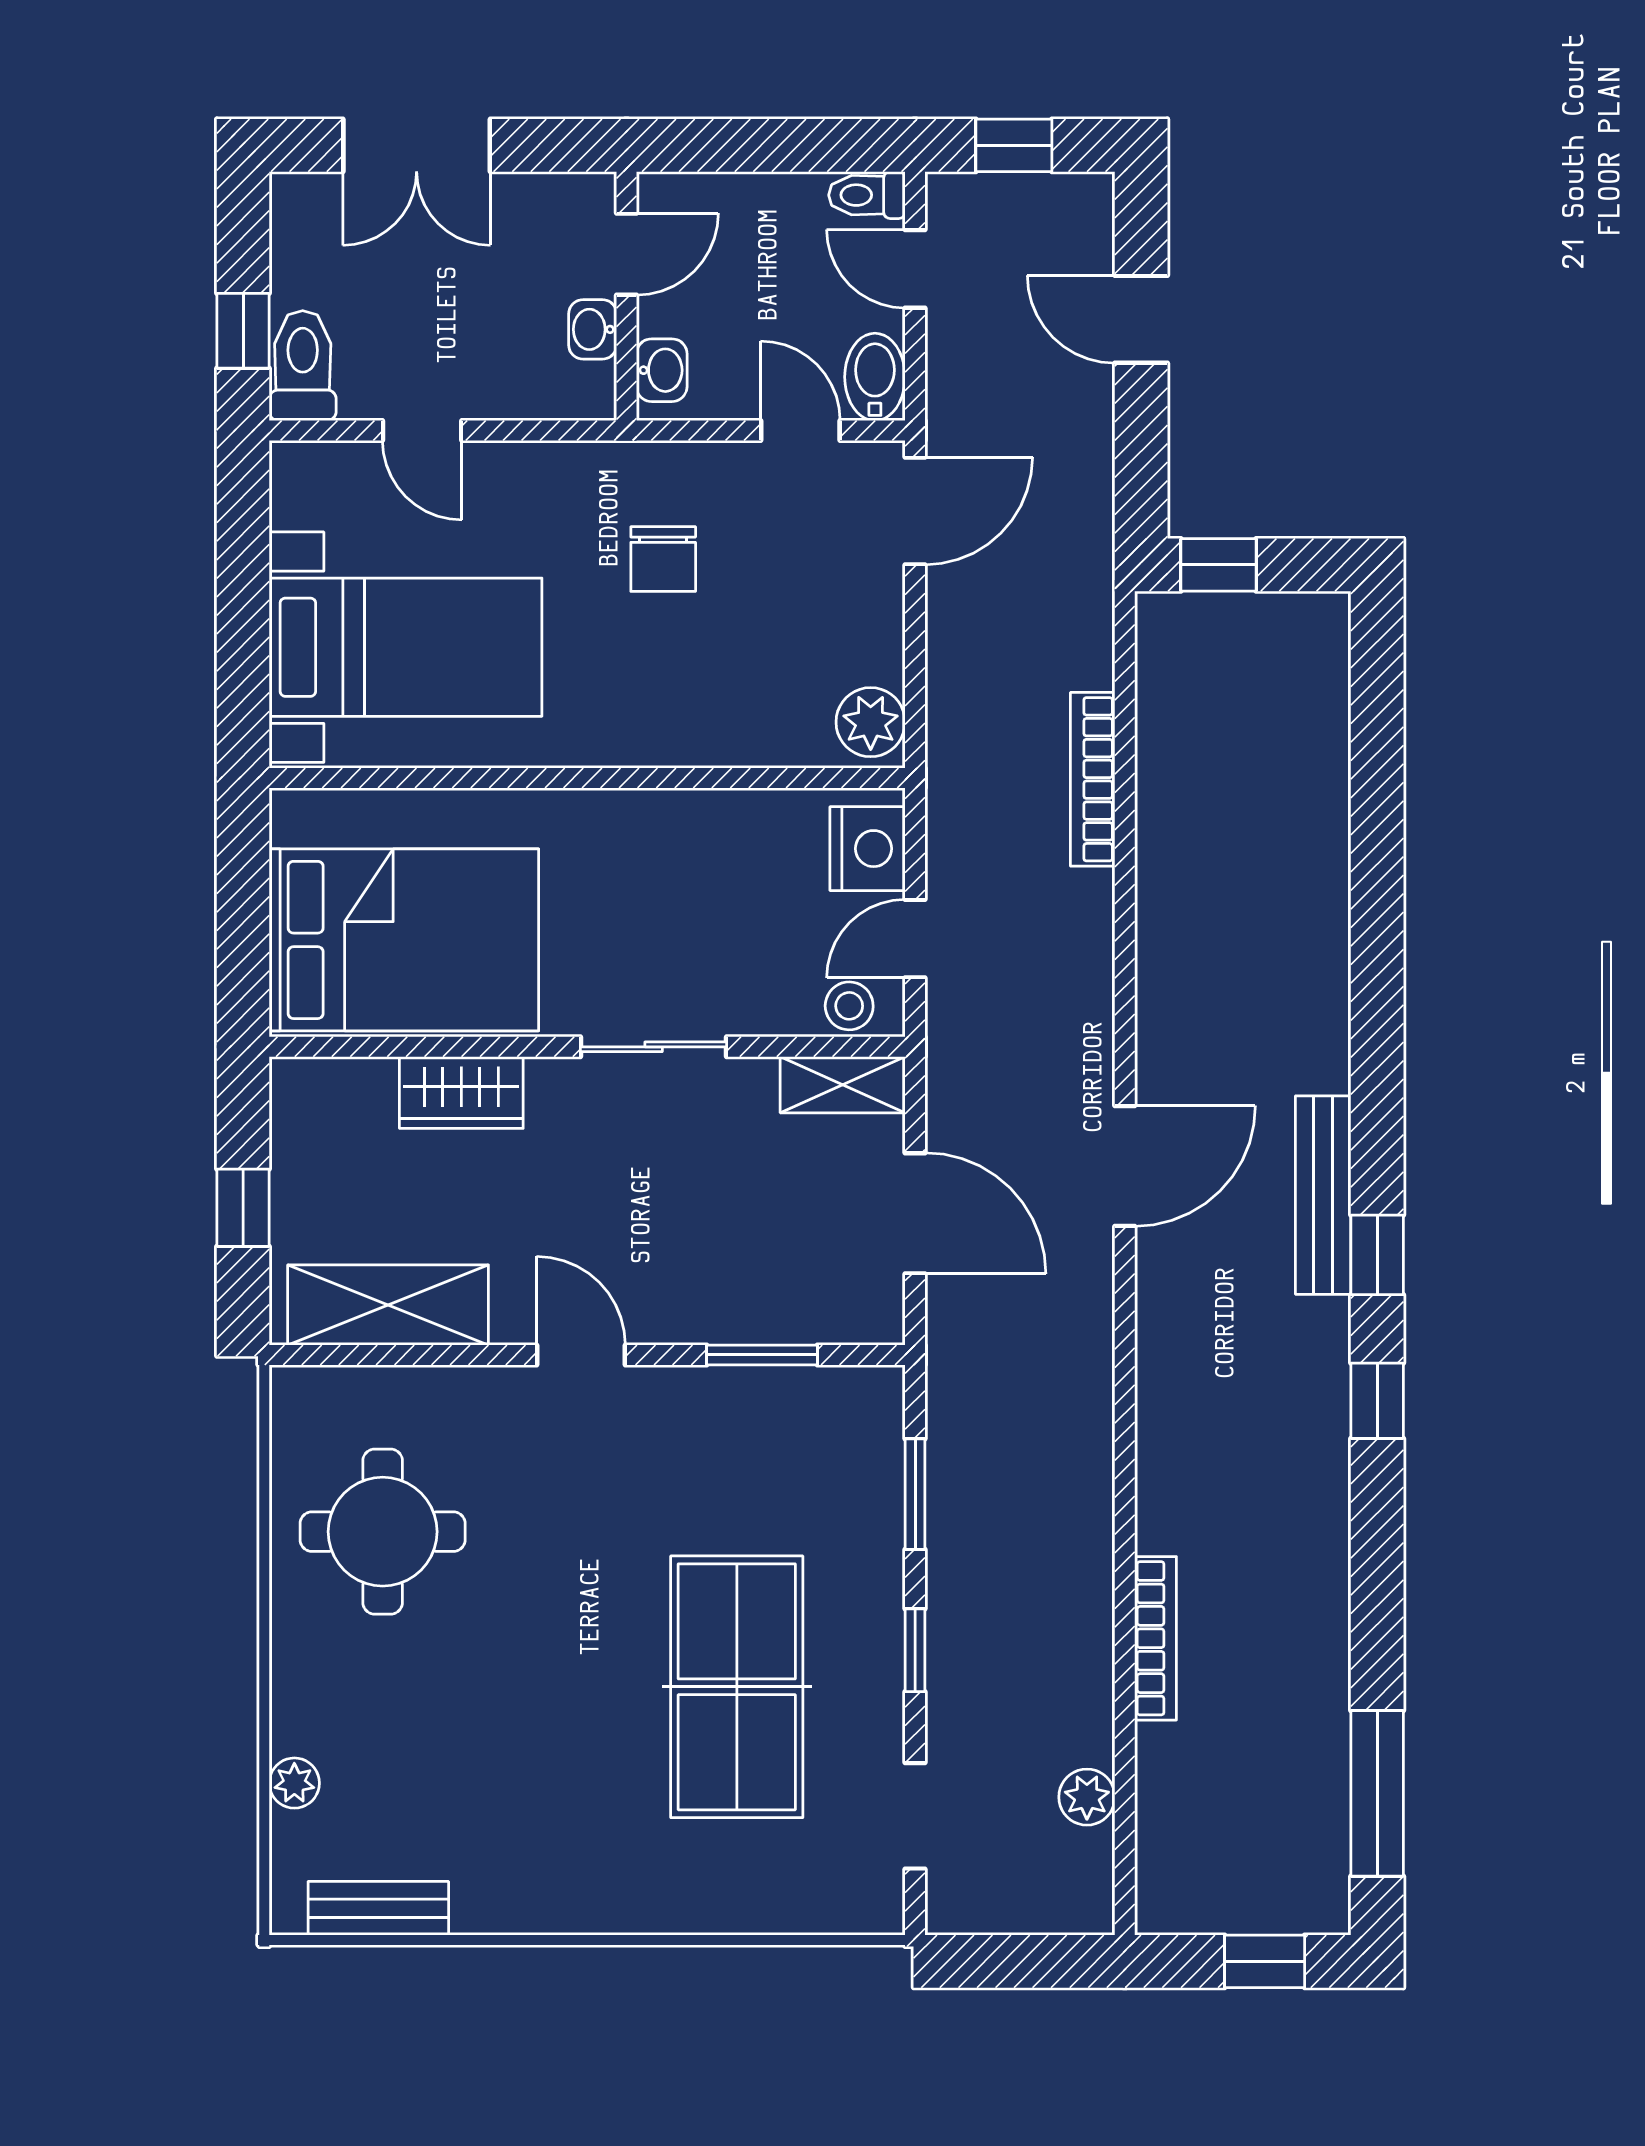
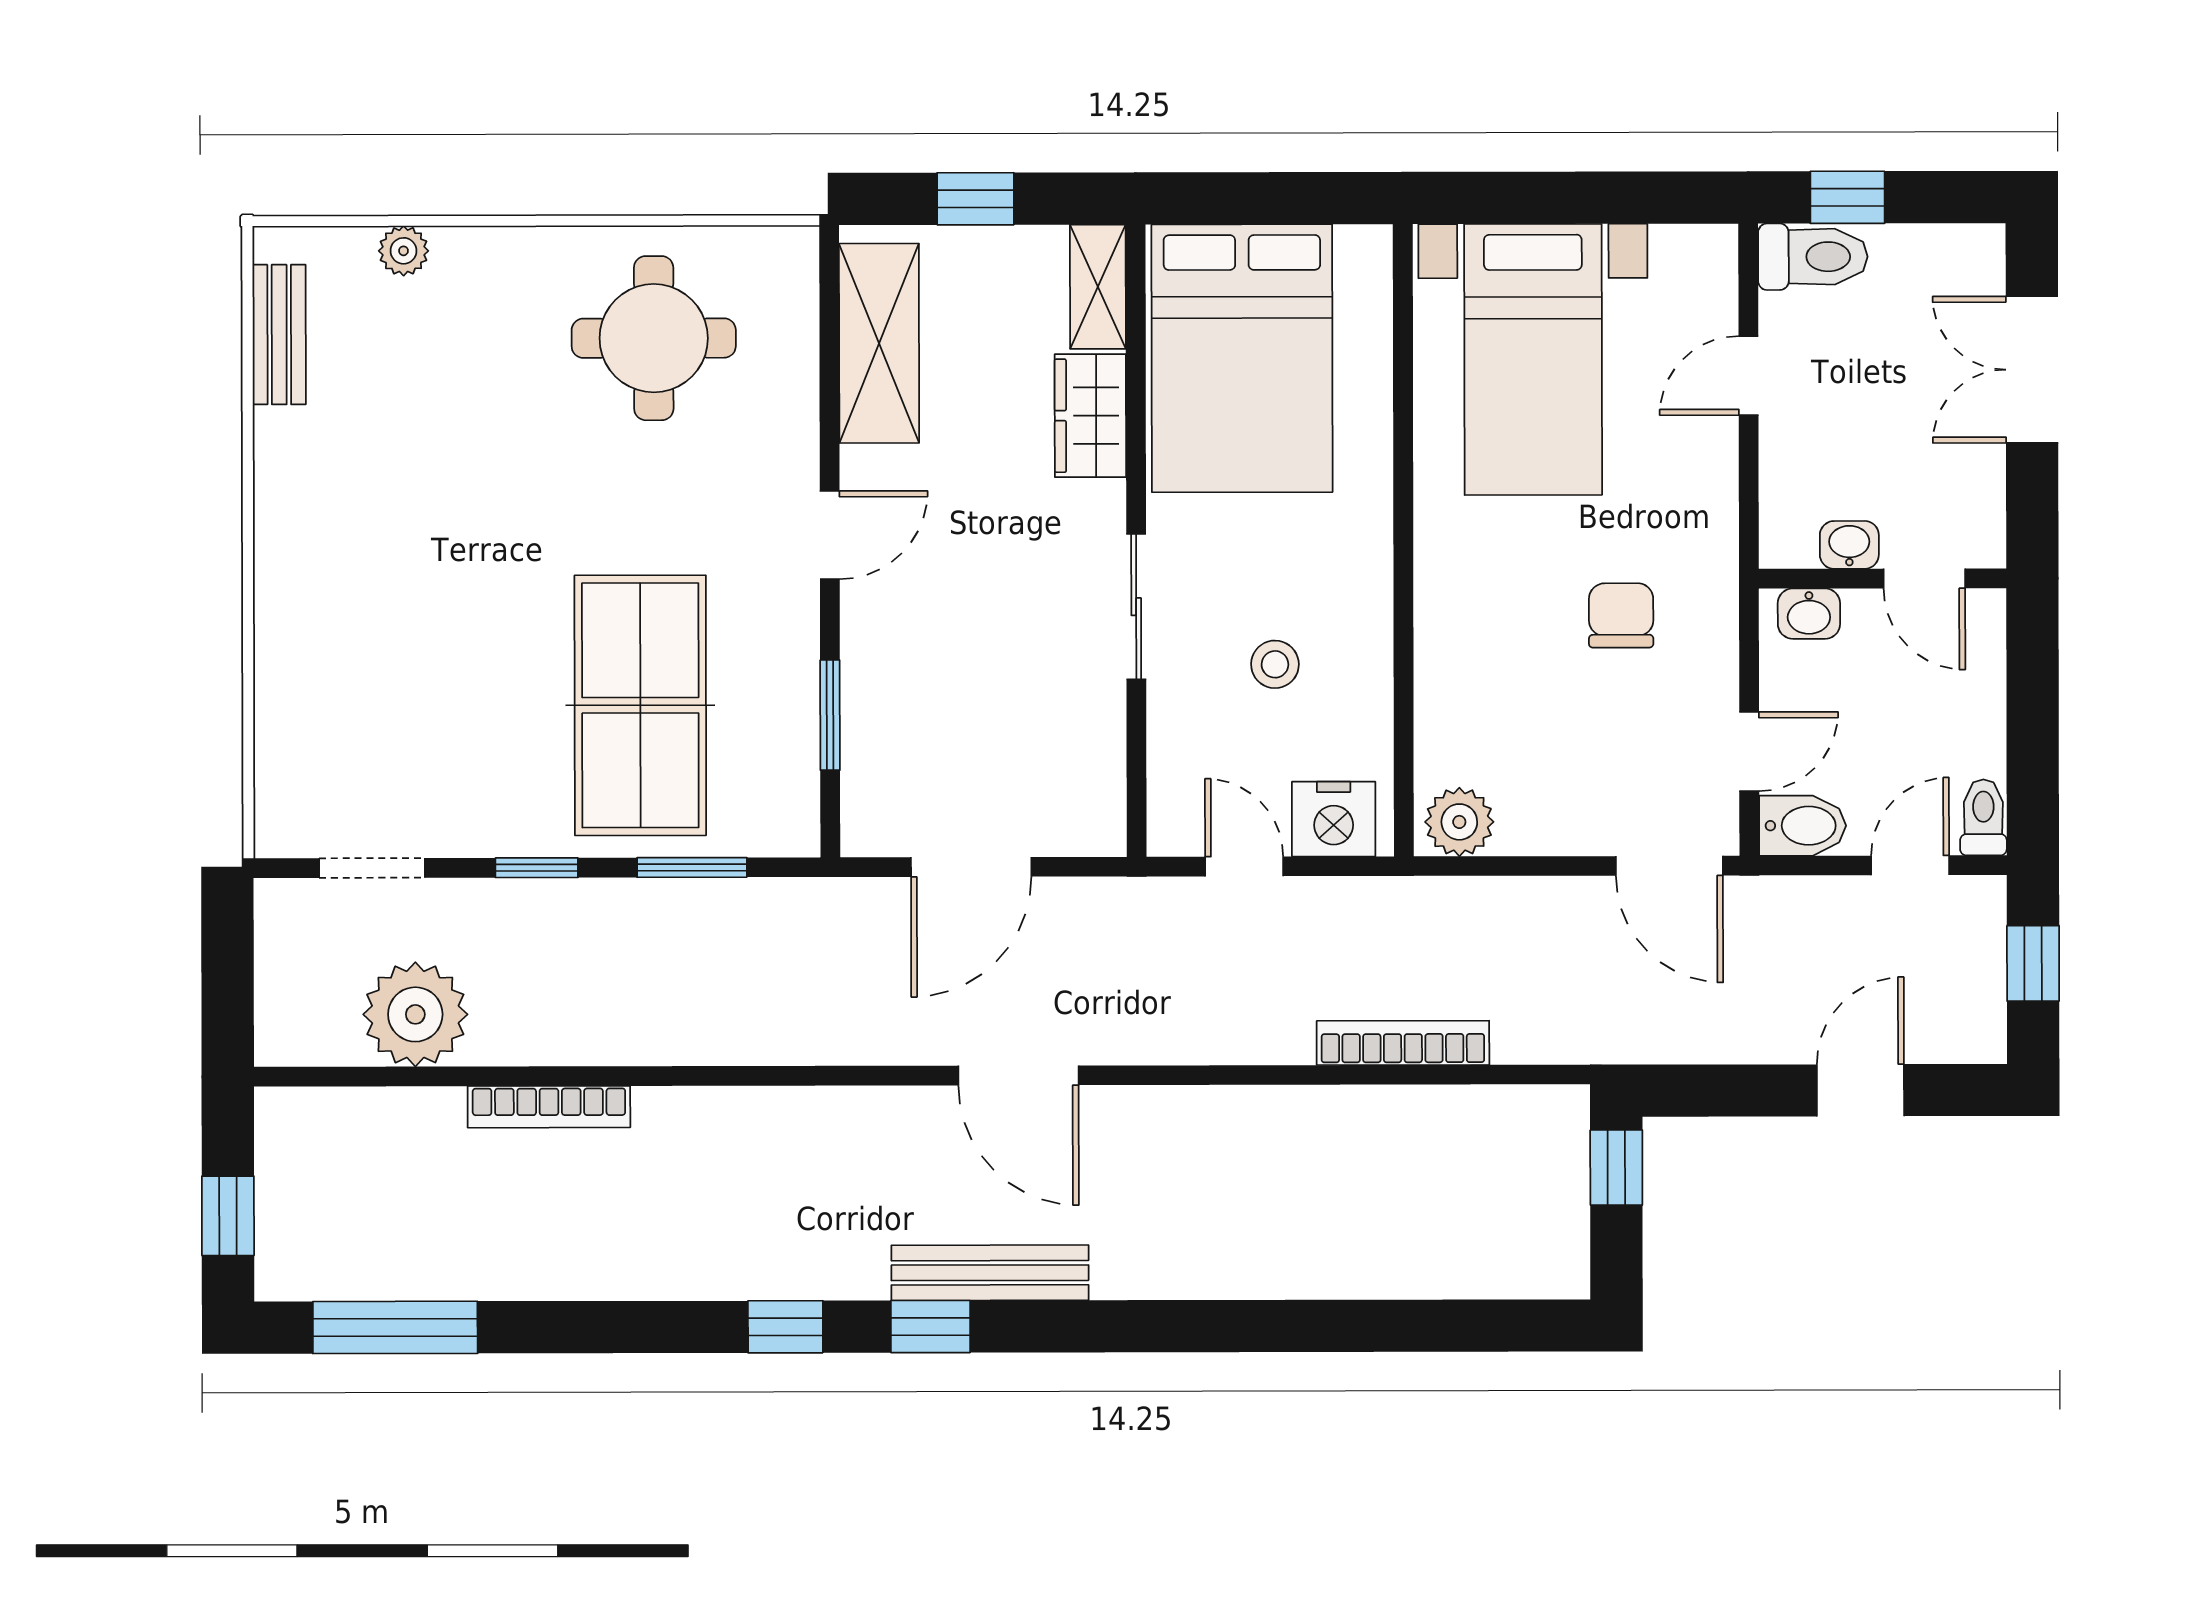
chair: (663, 559) -> (1621, 615), turned 90
stool: (849, 1006) -> (1275, 664), moved
shelving: (843, 1085) -> (1098, 287), moved
table tennis table: (737, 1687) -> (640, 705), moved, turned 90
plant: (1087, 1797) -> (415, 1014), width x1.88, depth x1.88

